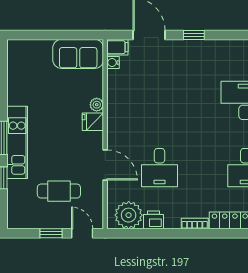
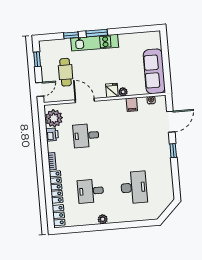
filing cabinet: (117, 47) -> (132, 105), moved
sofa: (78, 54) -> (154, 71), width x1.36
door: (105, 165) -> (85, 101), swing flipped
window: (51, 233) -> (37, 59), moved

